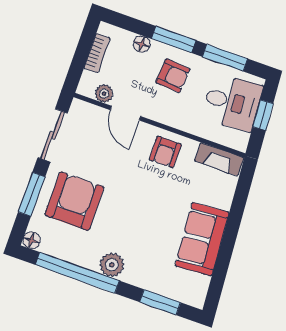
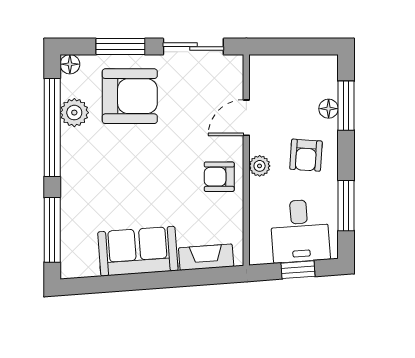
window: (174, 39) -> (346, 106), moved
bookcase: (97, 53) -> (301, 63), removed
plant: (104, 94) -> (260, 166), moved
fireplace: (219, 159) -> (206, 257), moved, turned 86
plant: (112, 265) -> (74, 113), moved
window: (160, 302) -> (52, 230), width x1.44

